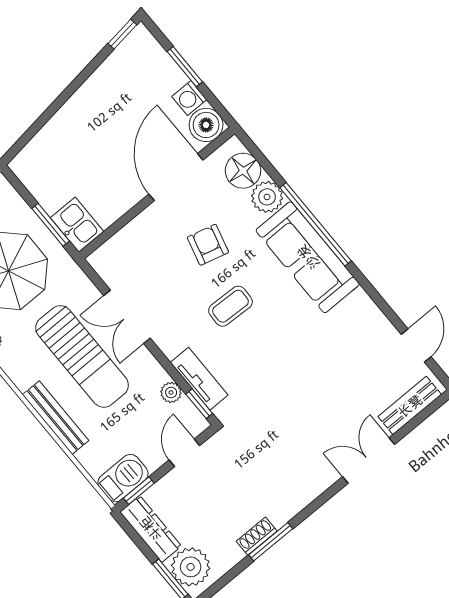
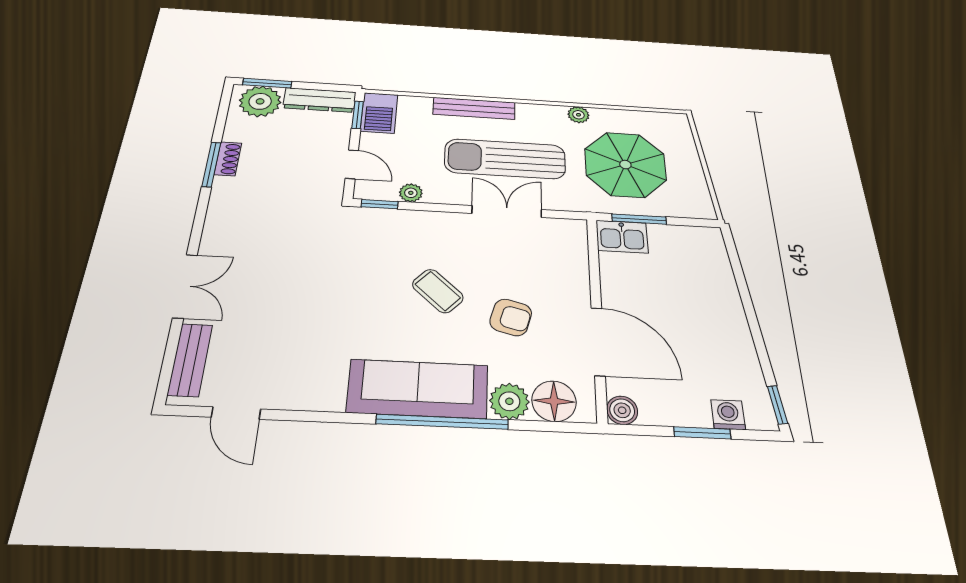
washing machine: (189, 98) -> (728, 415), moved
boiler: (206, 125) -> (622, 410), width x0.73, depth x0.73
coffee table: (230, 306) -> (438, 291), turned -49
tv unit: (199, 379) -> (400, 220), removed

